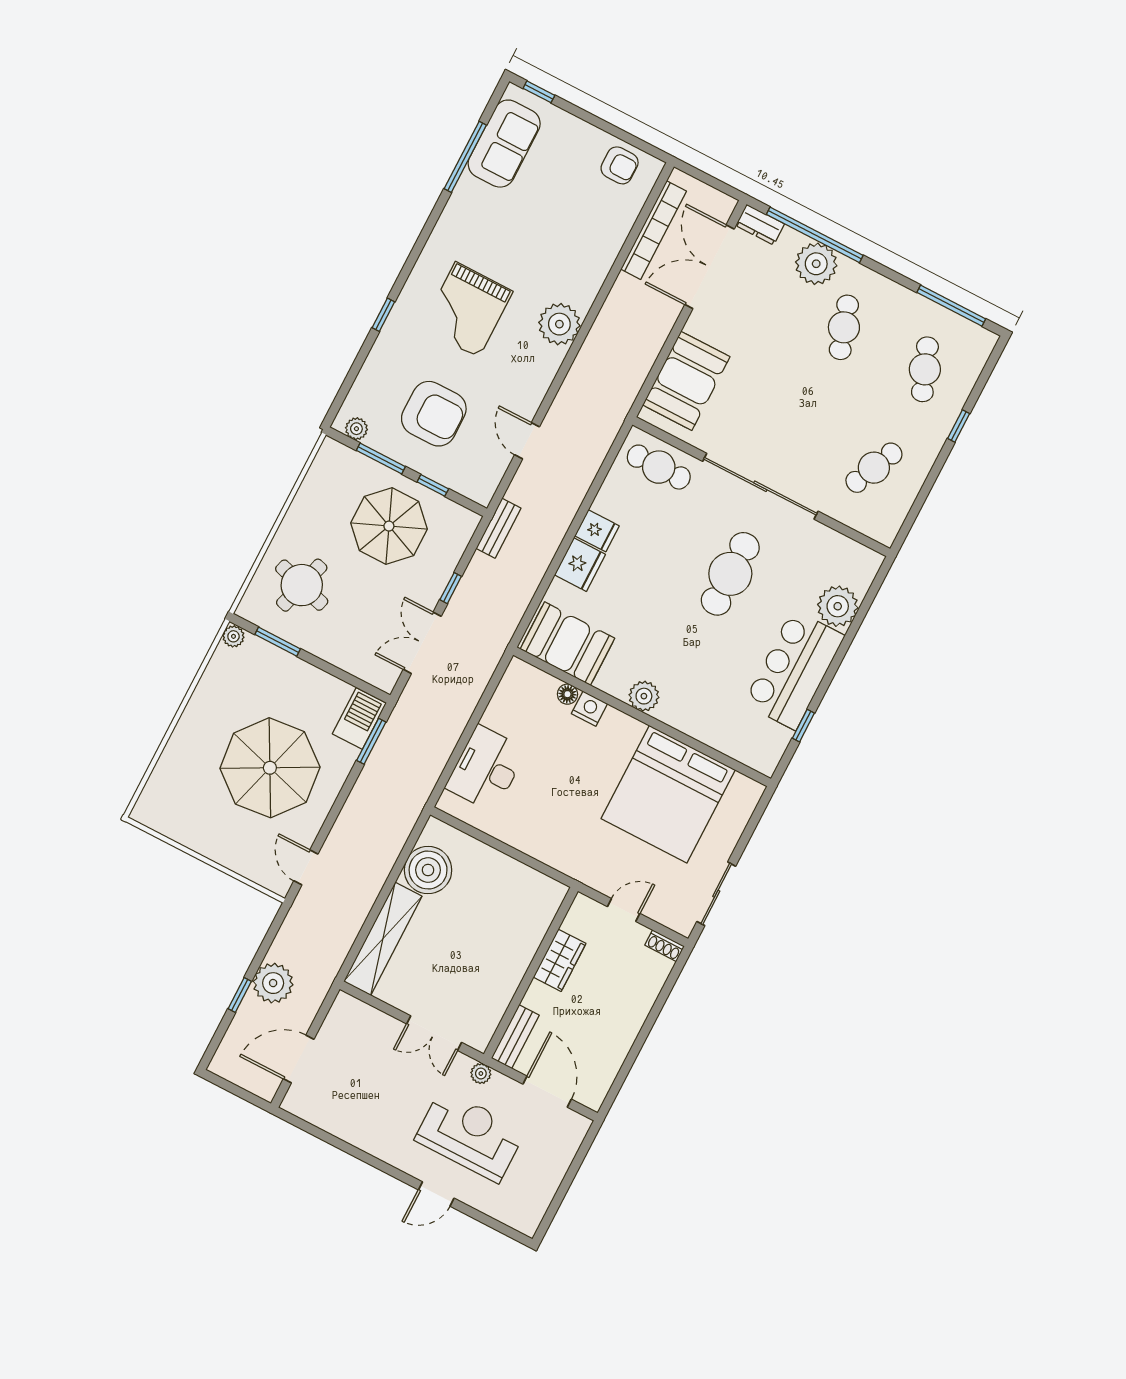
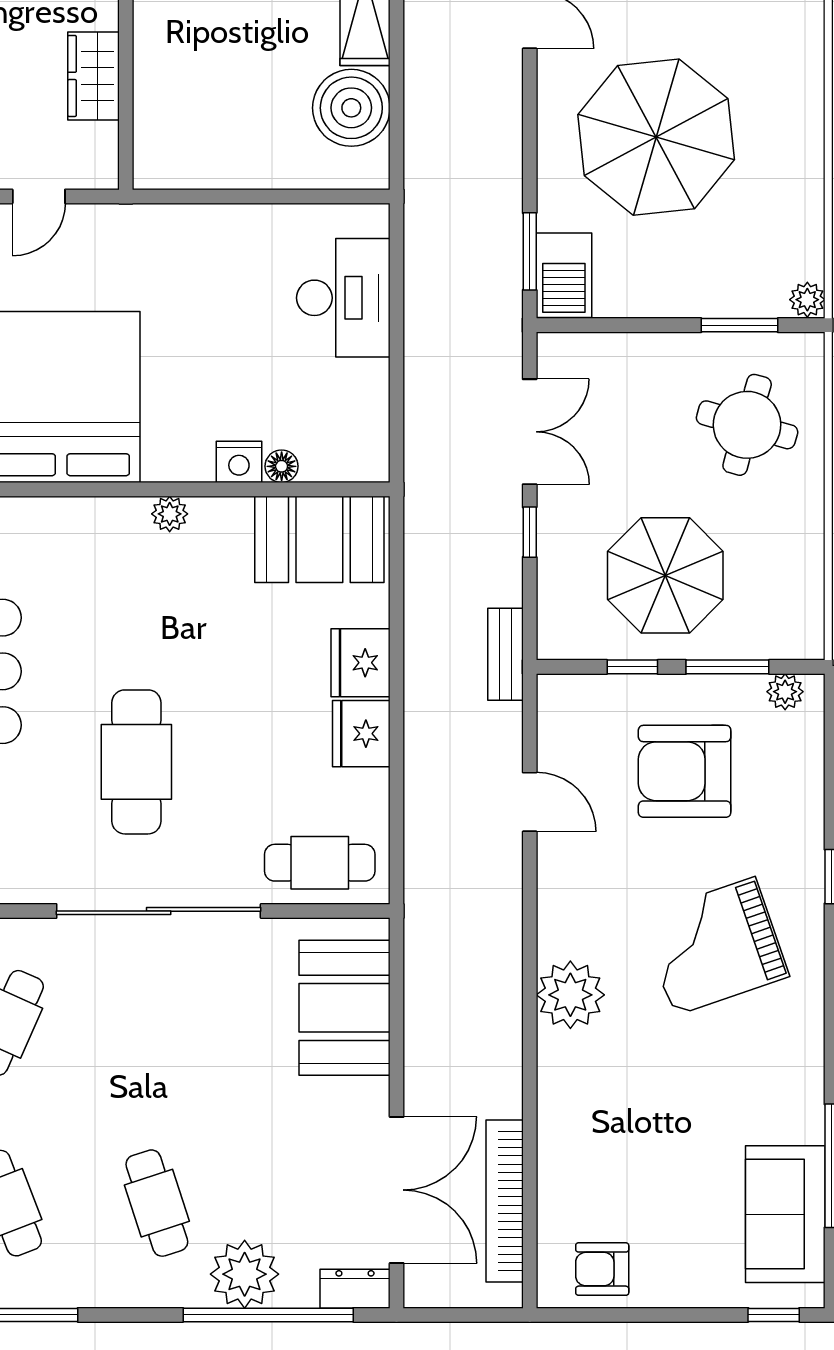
grand piano: (467, 310) -> (715, 946), turned -109
fridge: (597, 531) -> (361, 734), width x1.38
plant: (644, 696) -> (170, 514), width x0.73, depth x0.73

